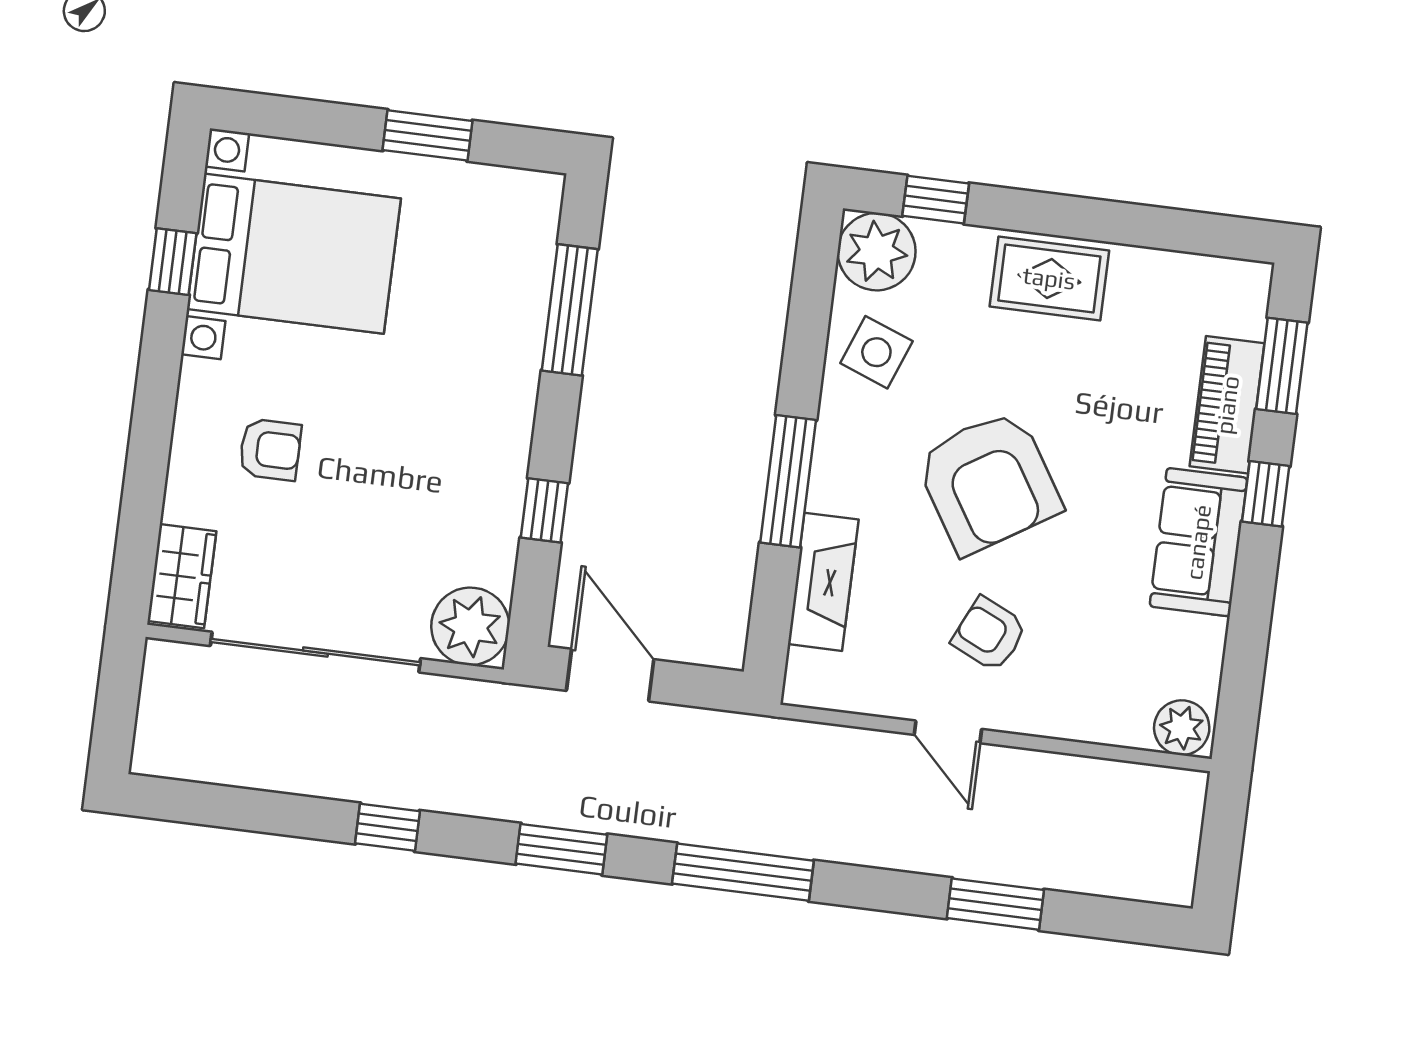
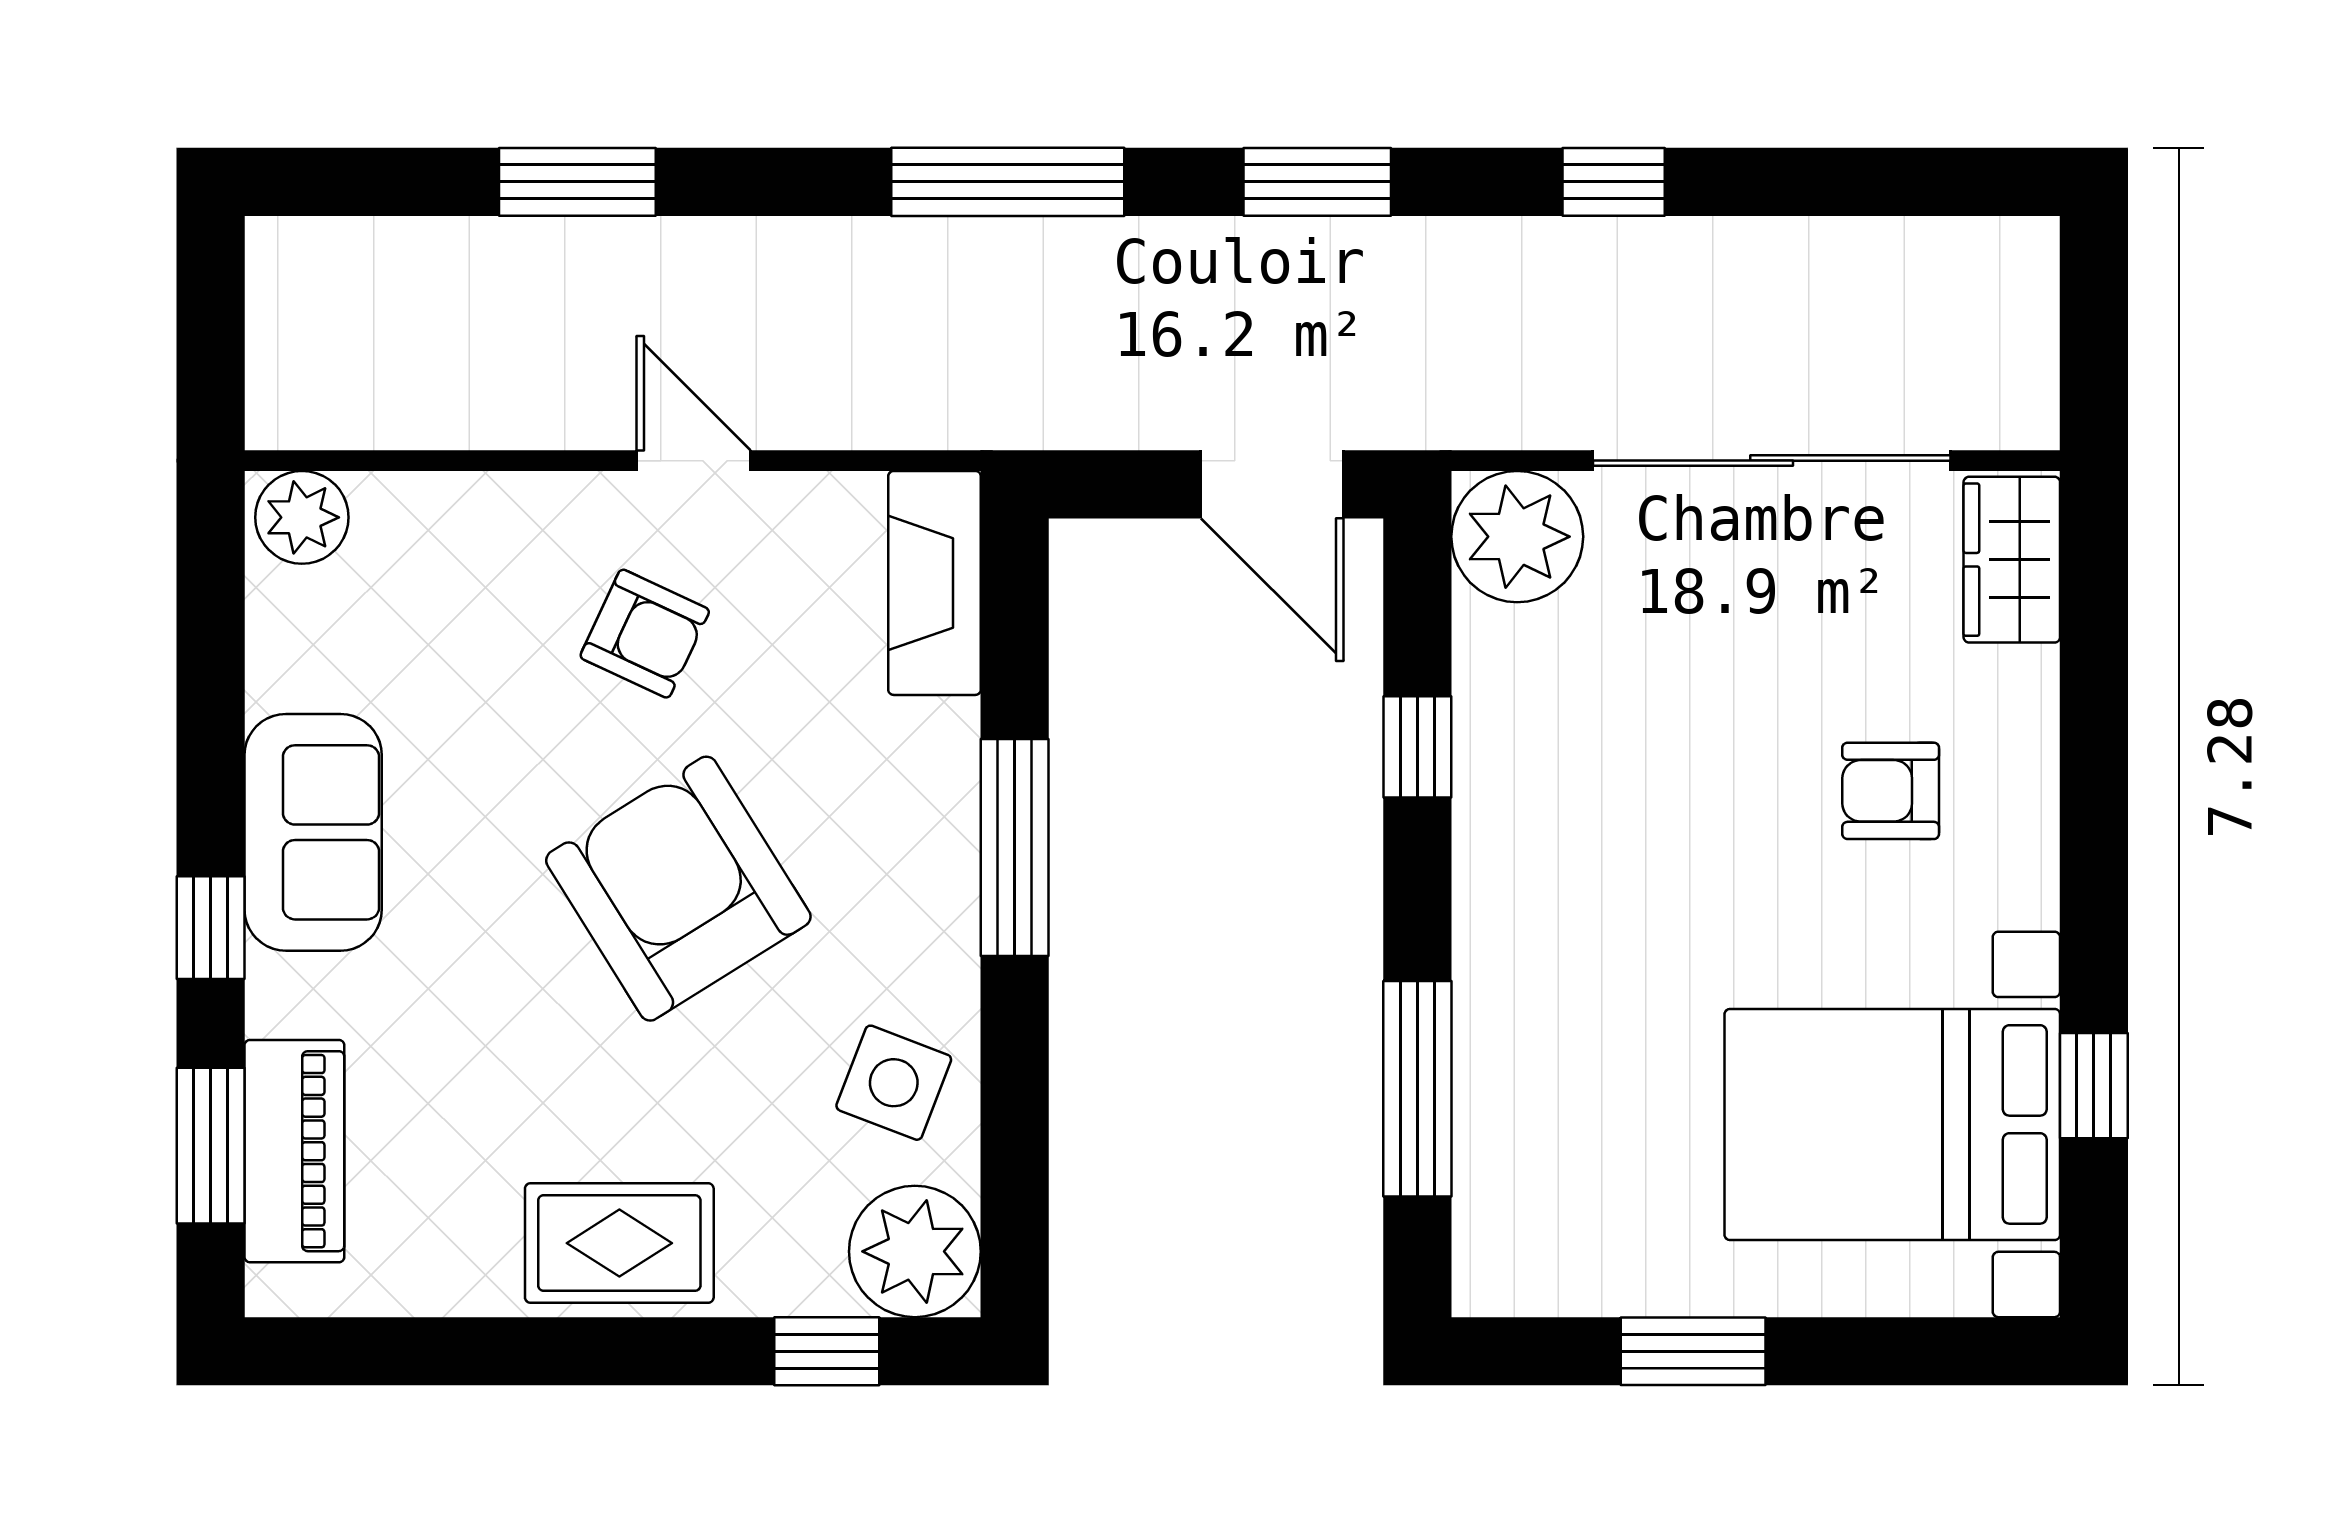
piano: (1227, 405) -> (294, 1151), moved
fireplace: (823, 582) -> (935, 583), moved

